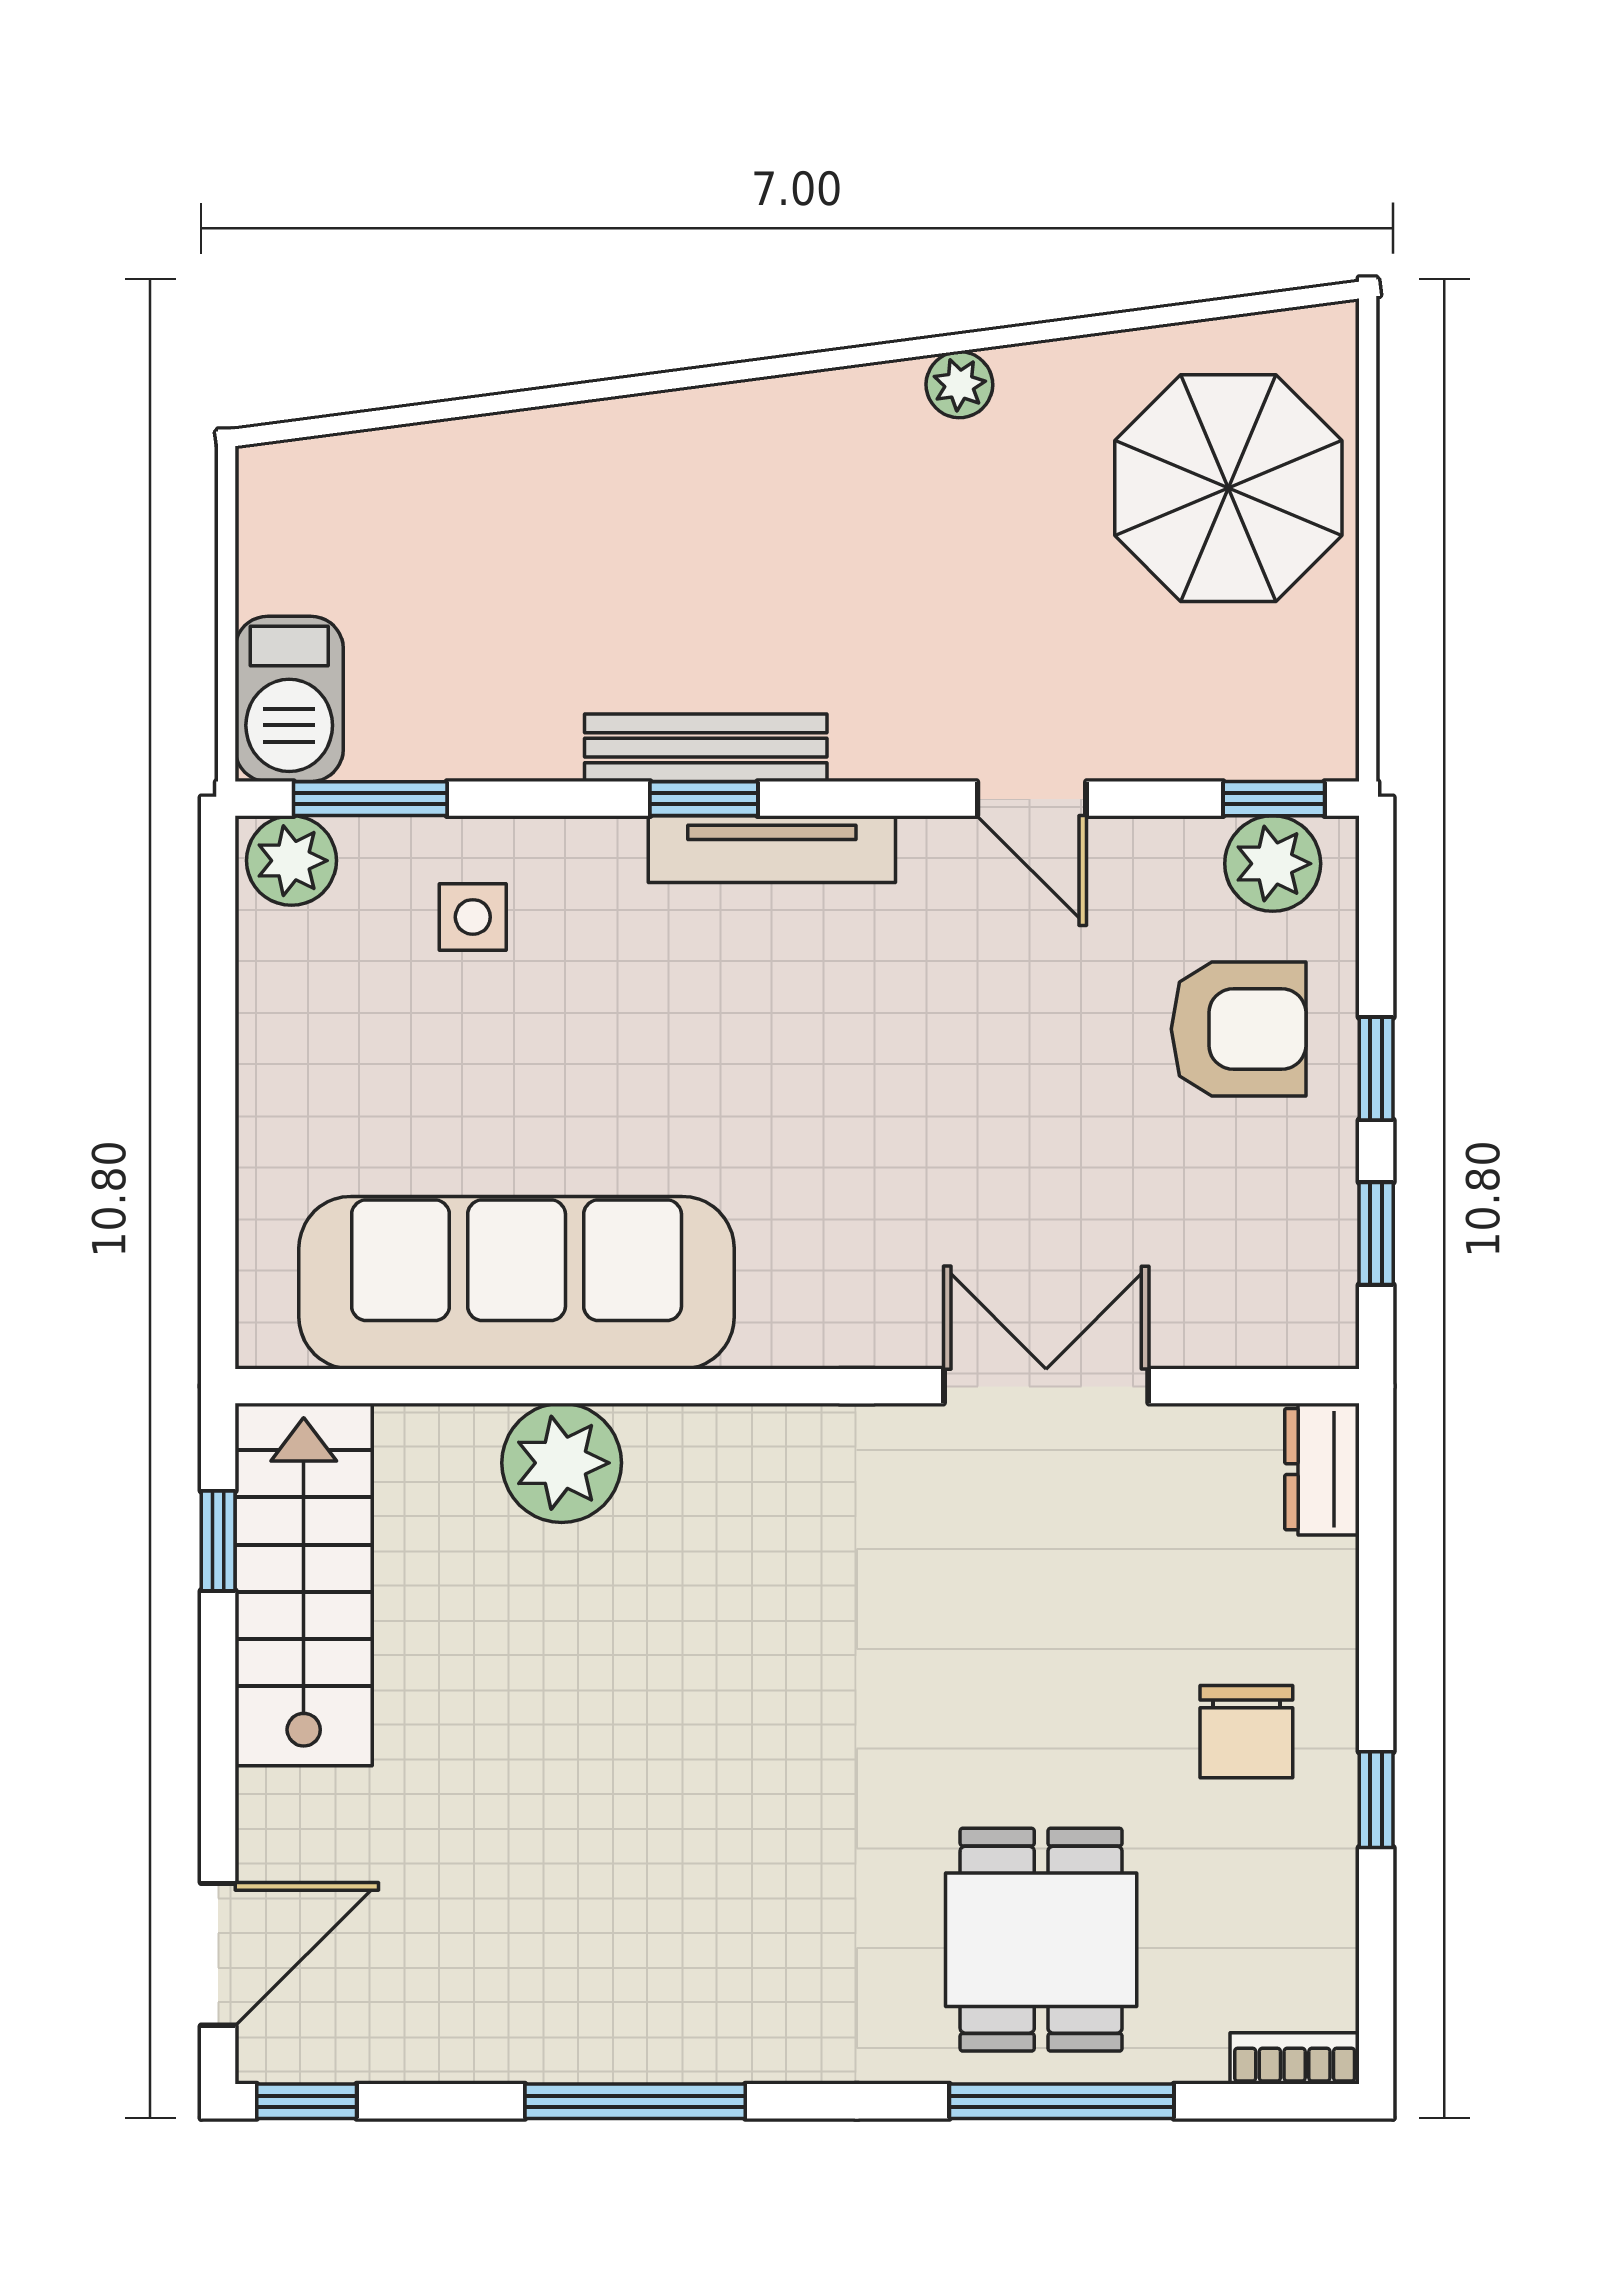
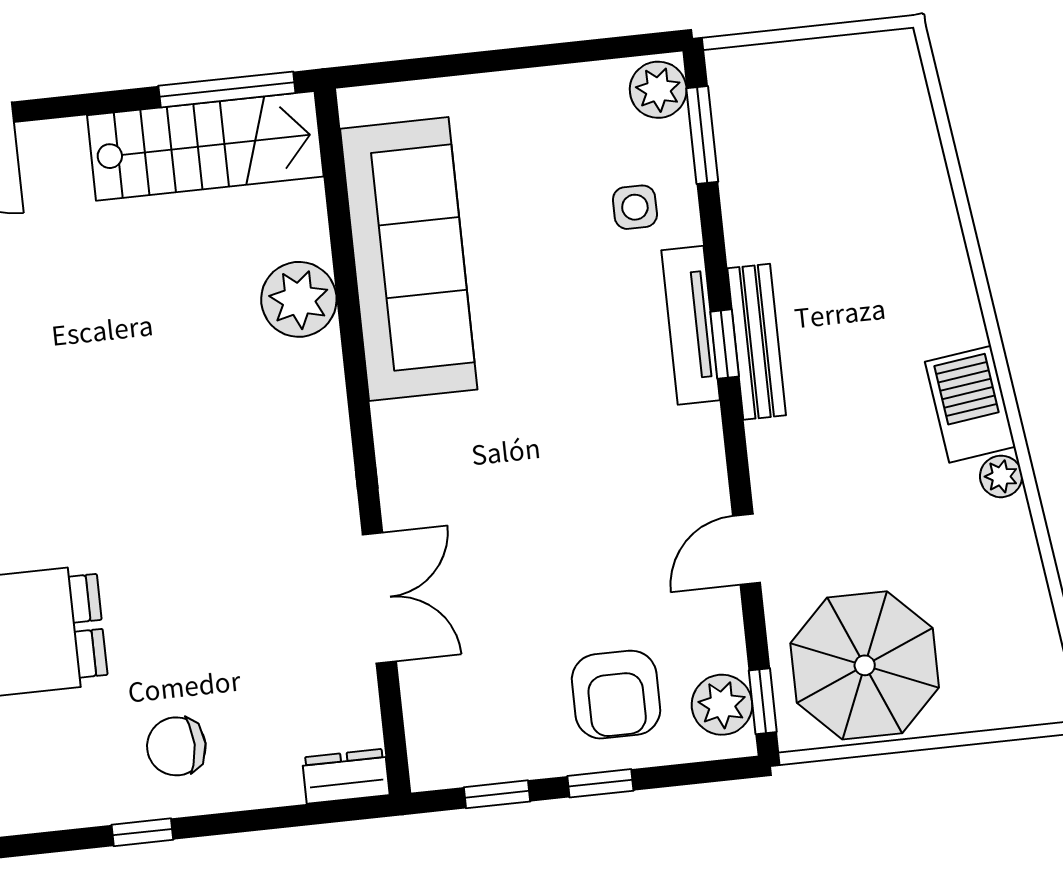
parasol: (1228, 488) -> (865, 665), moved
barbecue: (289, 699) -> (970, 404), moved, turned 83
tv unit: (772, 849) -> (691, 325), moved
window: (218, 1541) -> (227, 89), width x2.17

